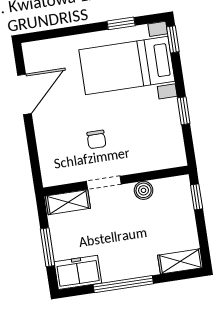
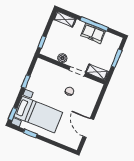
door: (24, 94) -> (88, 128), hinge flipped
freezer: (78, 272) -> (93, 33), moved

